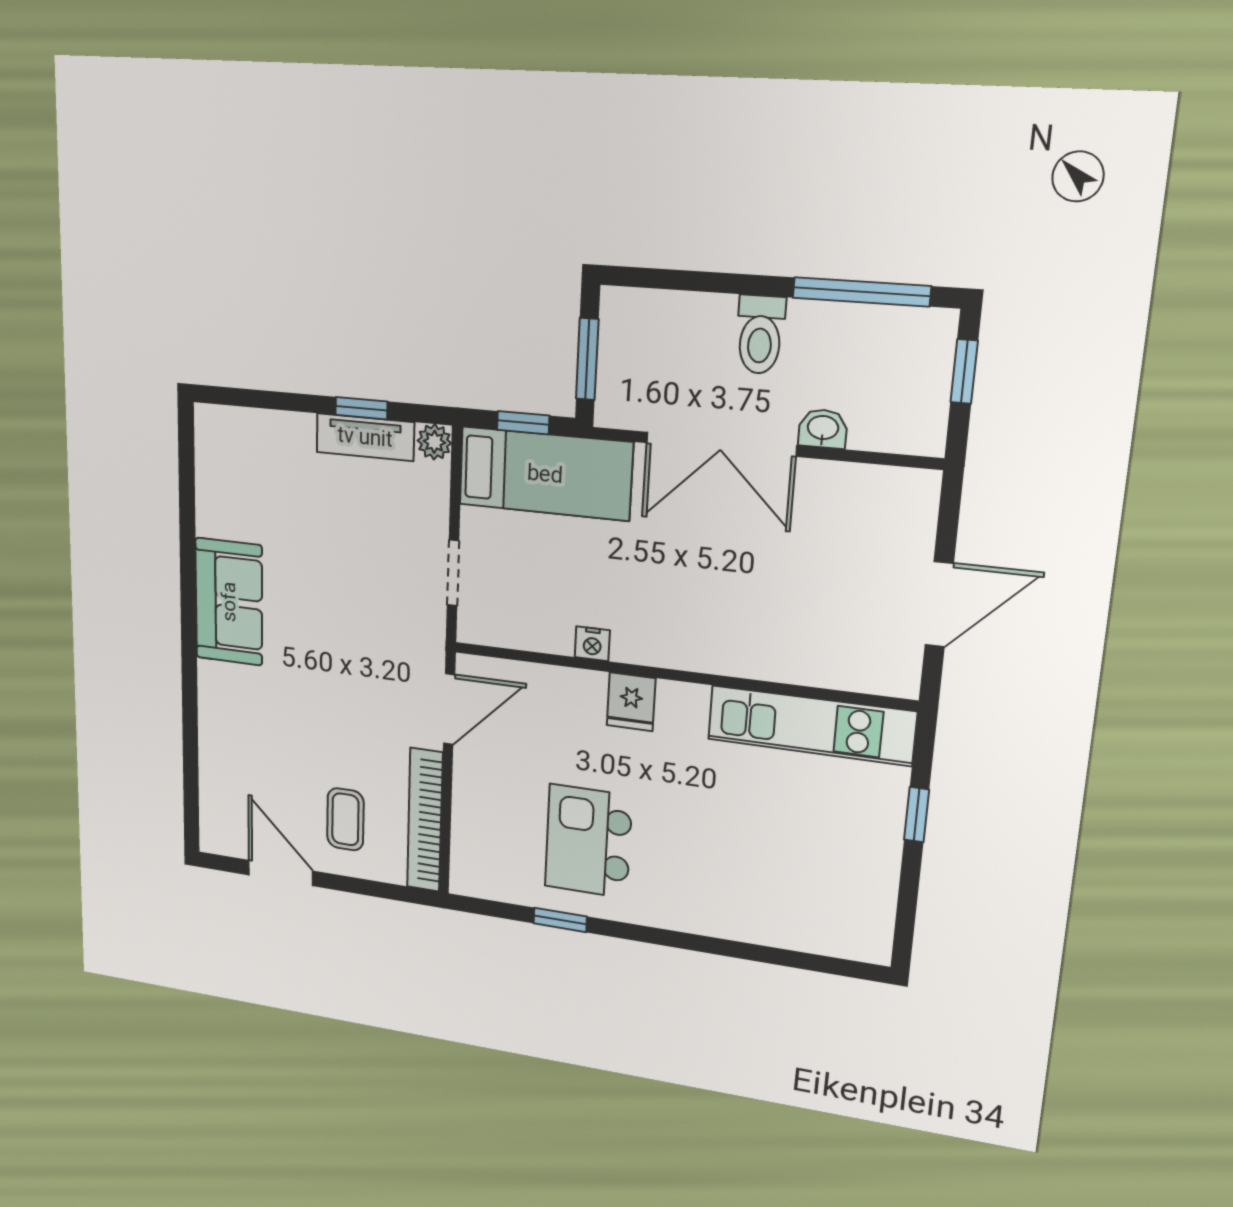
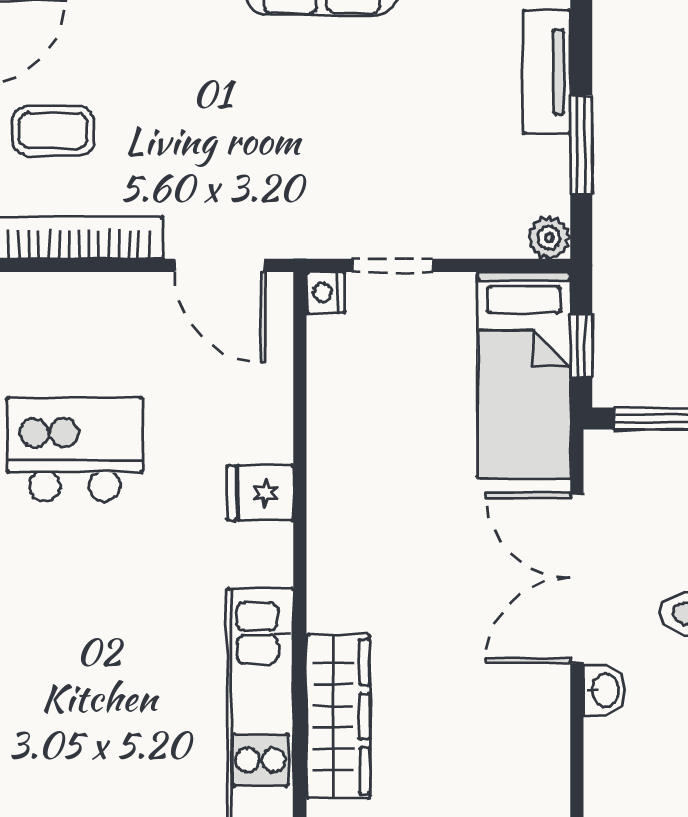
window: (361, 408) -> (581, 145), width x1.50
tv unit: (365, 437) -> (547, 72), moved
nightstand: (592, 644) -> (326, 292), moved
wardrobe: (826, 662) -> (338, 716), added

